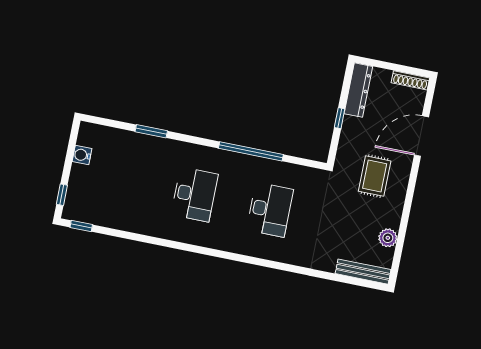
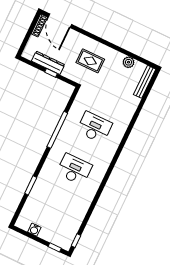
dresser: (358, 90) -> (48, 63), moved
door: (421, 136) -> (60, 21), moved

